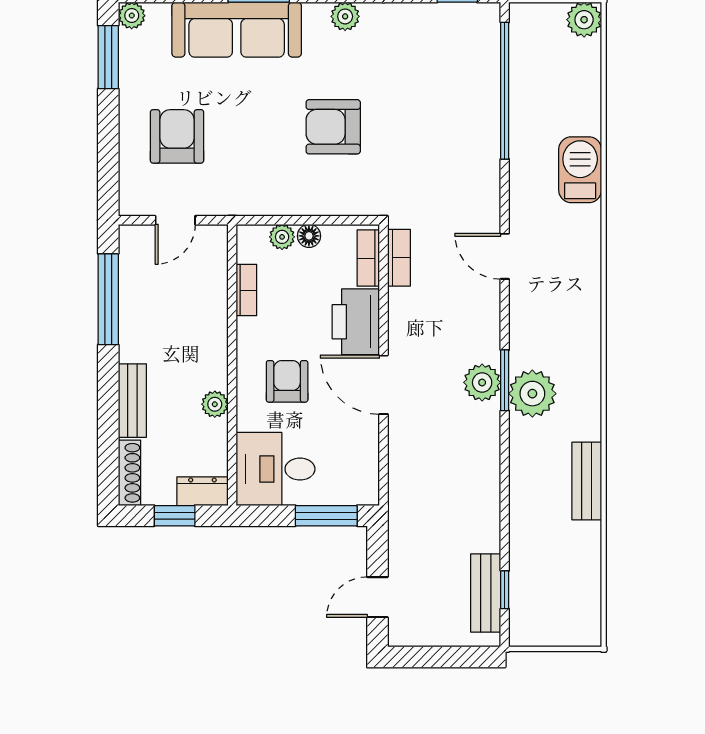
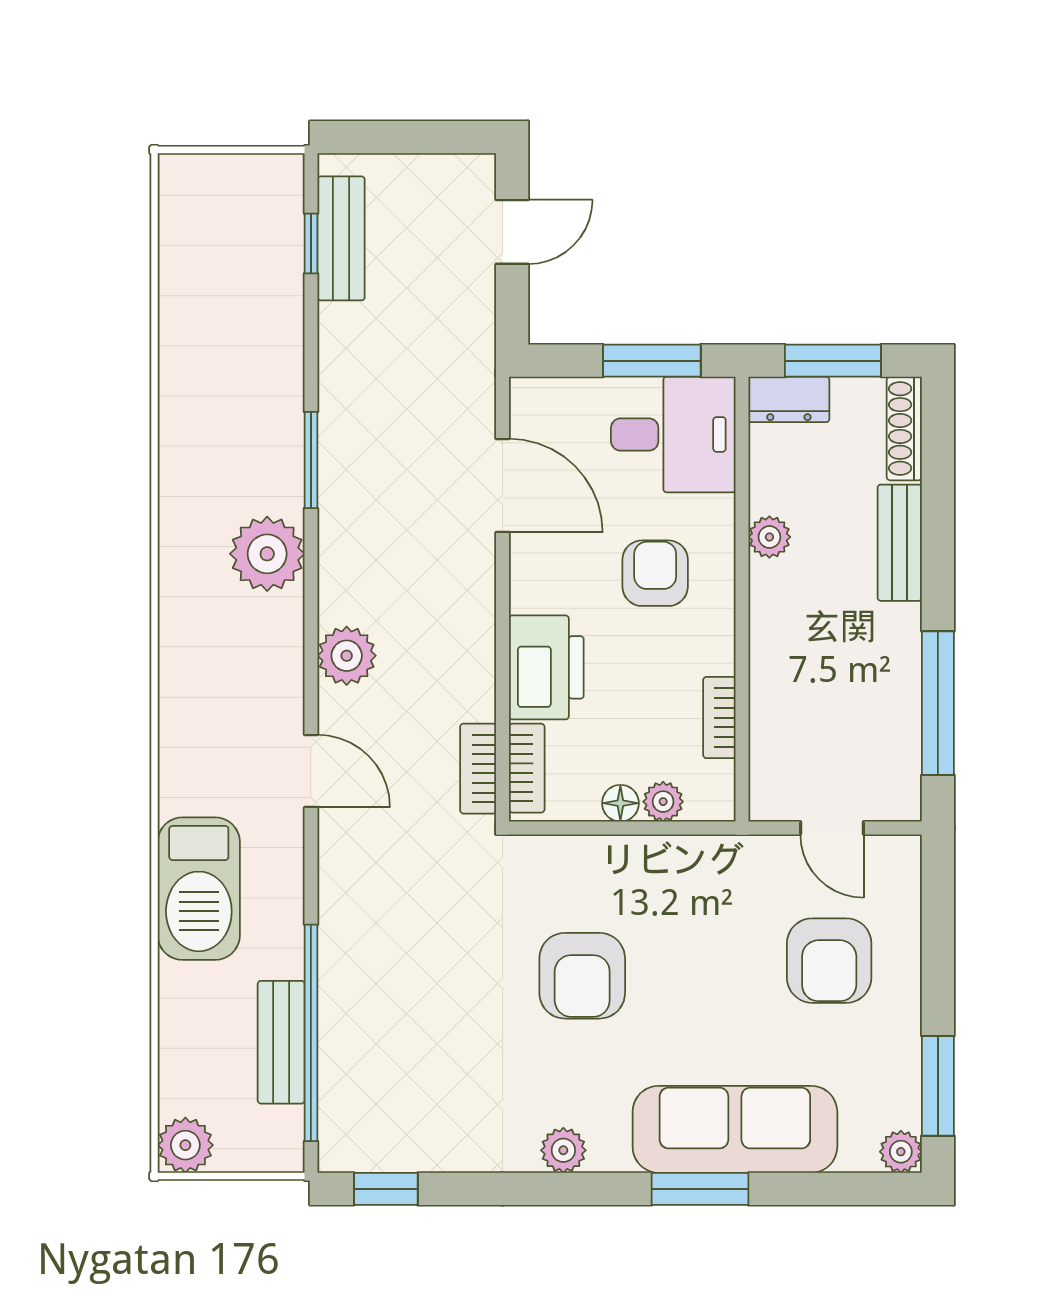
armchair: (333, 127) -> (582, 976), turned 90
barbecue: (580, 170) -> (199, 889), width x1.37, depth x1.21
door: (175, 220) -> (832, 828), swing flipped
window: (505, 380) -> (311, 460), moved
armchair: (287, 381) -> (655, 573), turned 180
plant: (482, 382) -> (347, 656), moved
door: (384, 385) -> (503, 486), moved
bench: (587, 481) -> (281, 1042), moved
window: (175, 516) -> (833, 361), width x1.50
window: (326, 516) -> (652, 361), moved

